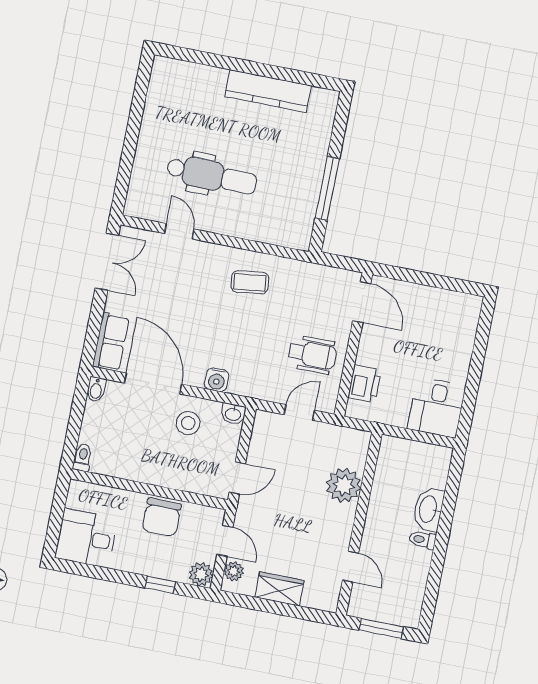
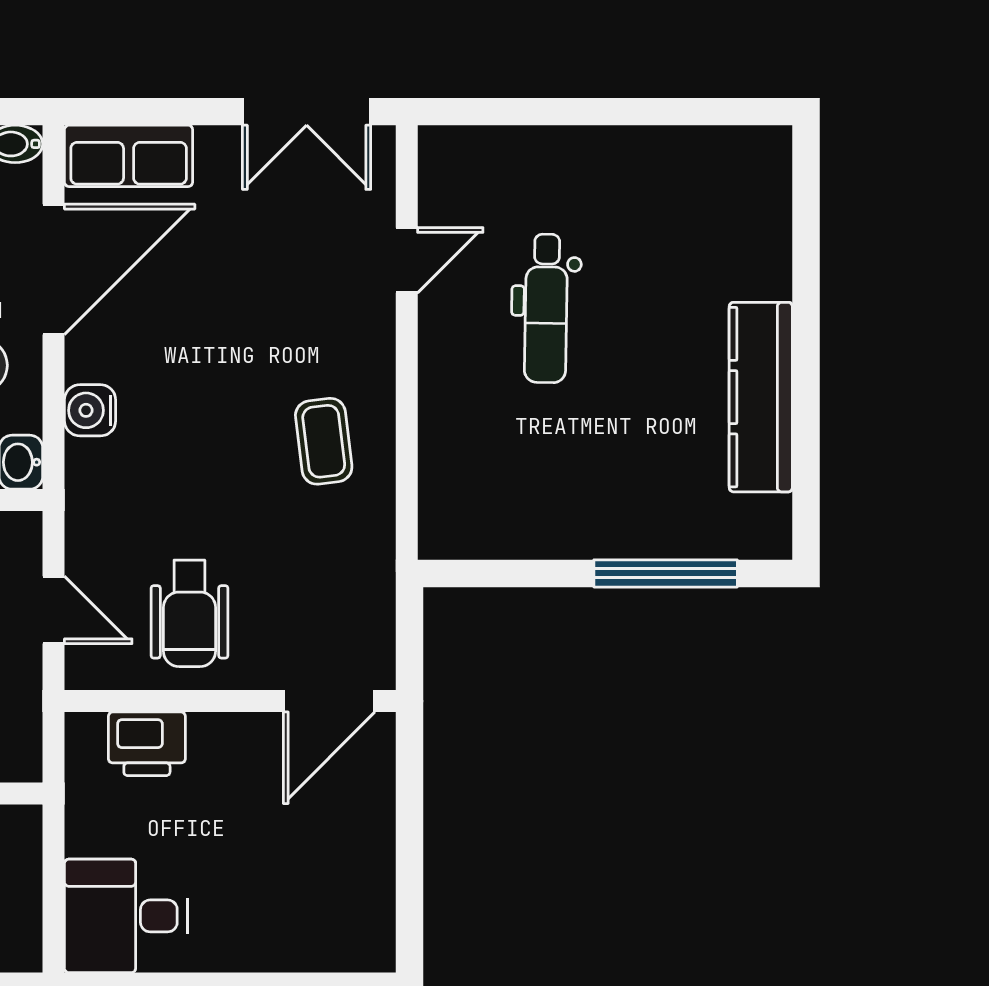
dental chair: (212, 176) -> (546, 308), width x0.73, depth x0.72
window: (327, 188) -> (666, 573), moved

